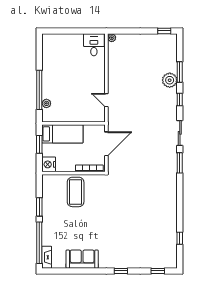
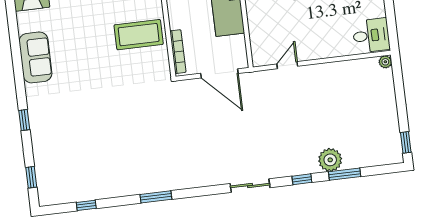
window: (180, 163) -> (156, 197), moved

